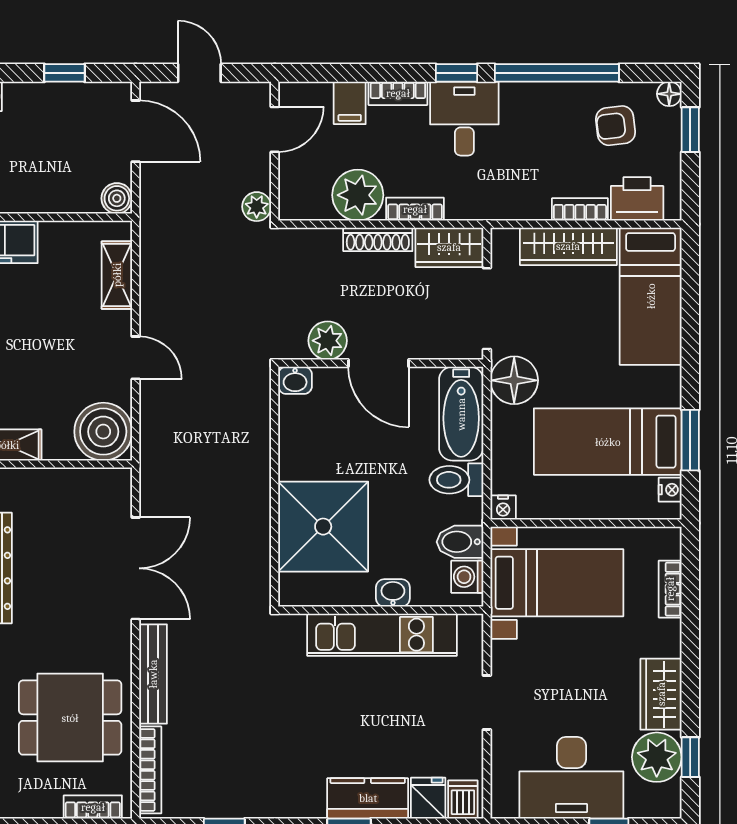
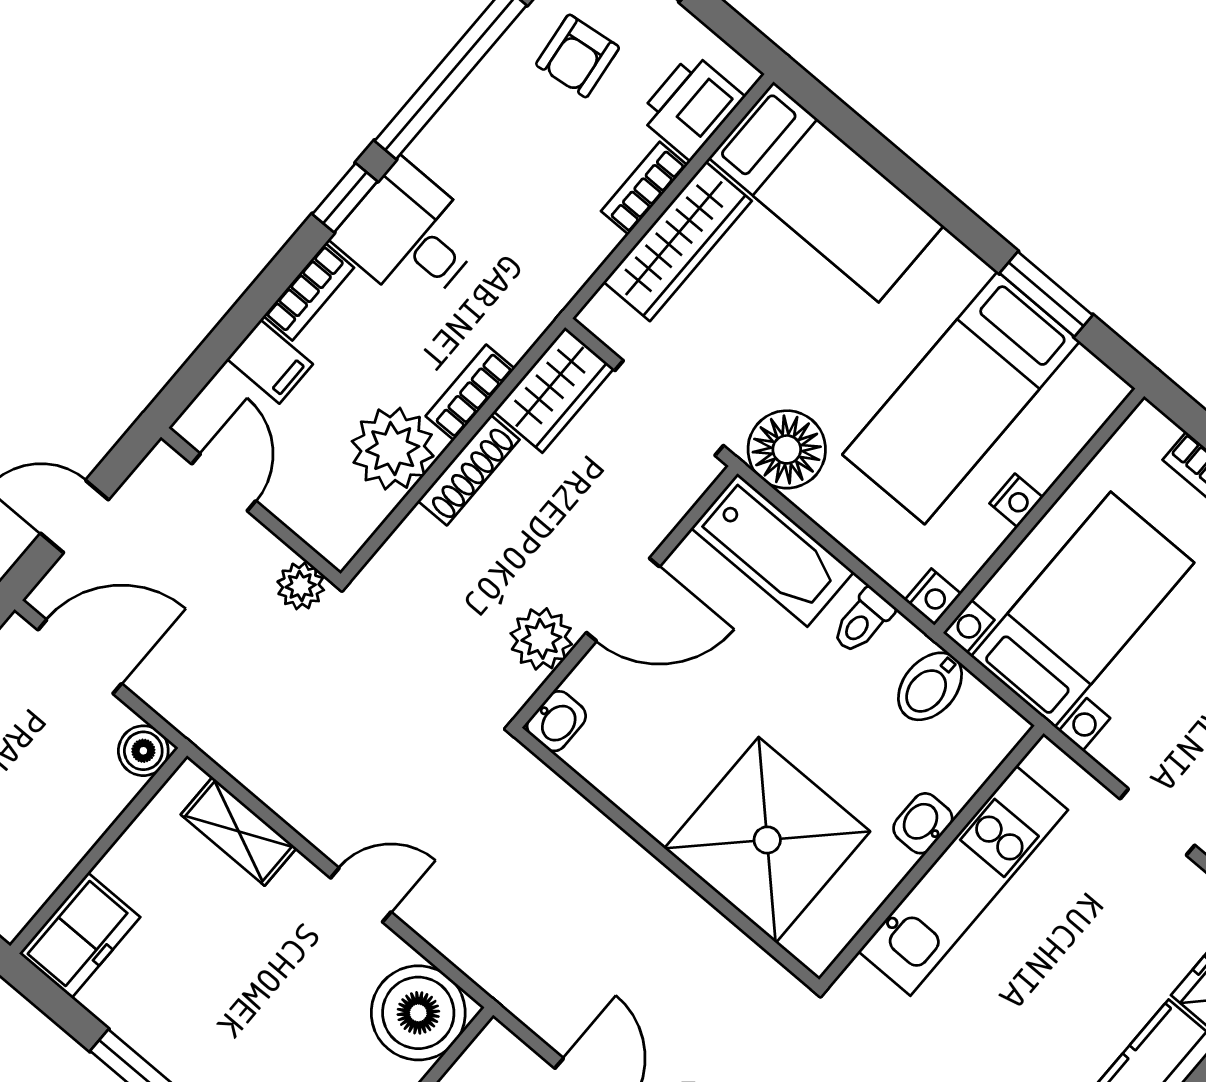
toilet: (456, 480) -> (863, 621), width x0.73, depth x0.72
nightstand: (670, 490) -> (1016, 500), moved, turned 90
washing machine: (467, 577) -> (981, 714), removed

